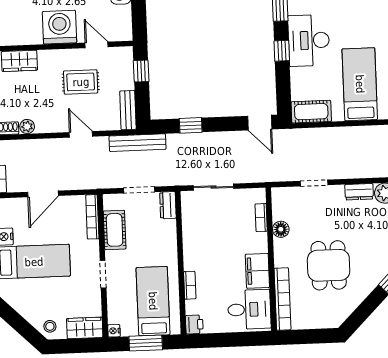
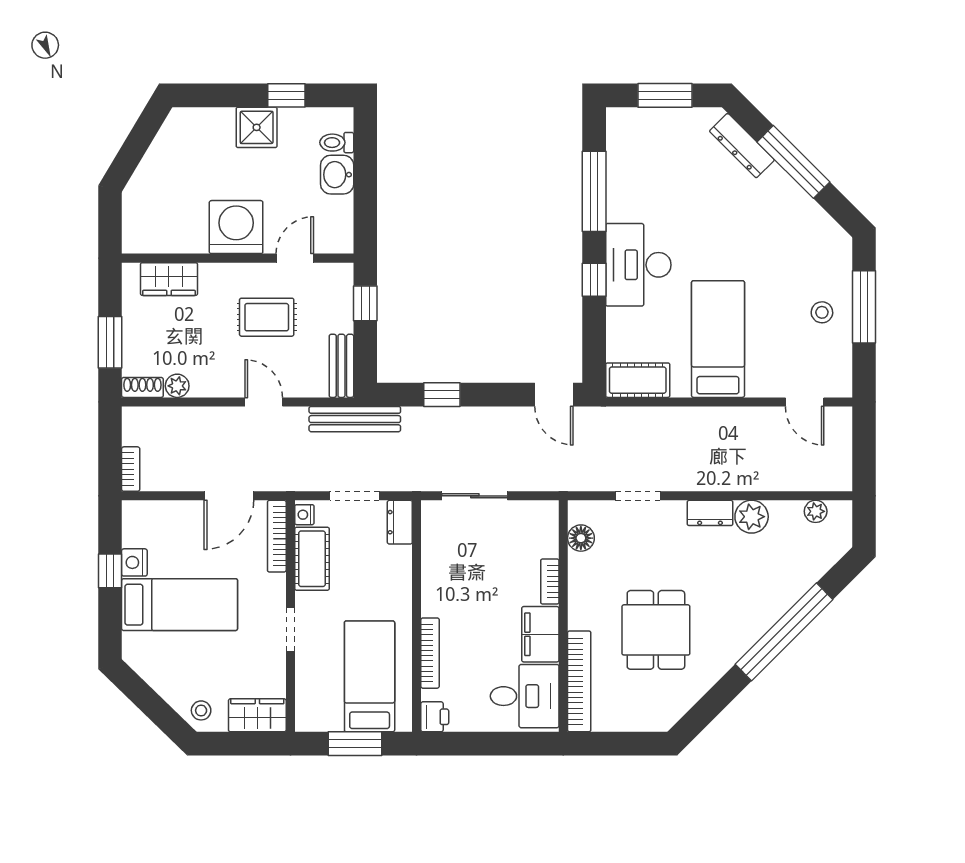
door: (97, 45) -> (295, 258), hinge flipped
door: (43, 194) -> (229, 496), moved
bookcase: (261, 218) -> (550, 581), moved
floor lamp: (281, 229) -> (581, 538), moved
bookcase: (190, 285) -> (430, 653), width x1.56
nightstand: (114, 331) -> (304, 515), moved

